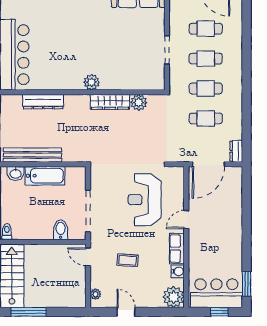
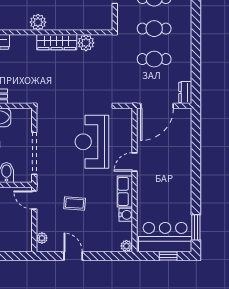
plant: (173, 297) -> (126, 246), width x0.53, depth x0.53

